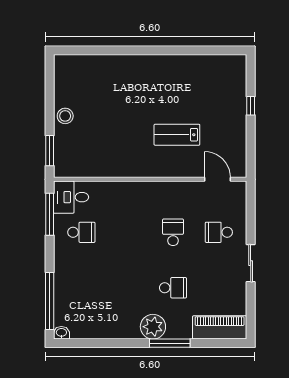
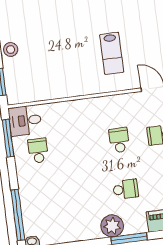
lab bench: (177, 135) -> (112, 53), turned -90
school desk: (81, 232) -> (38, 151), turned -90

